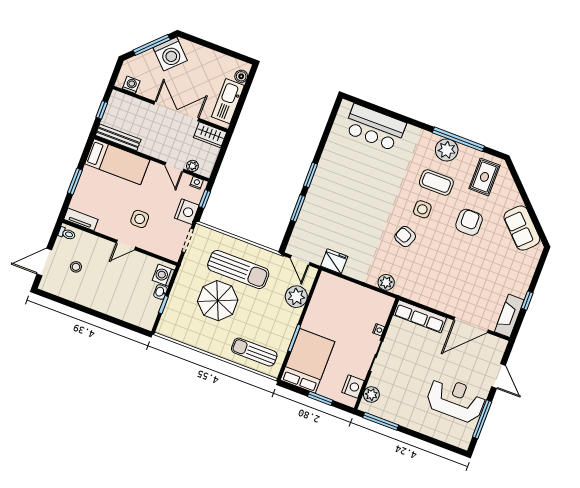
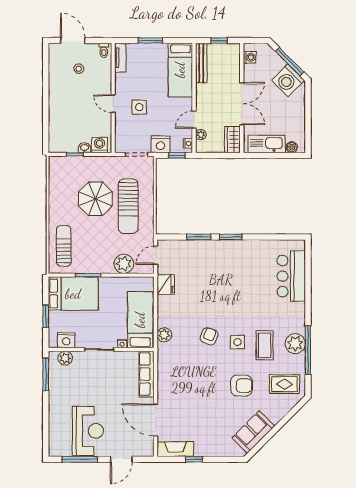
bed: (361, 302) -> (140, 320), added

